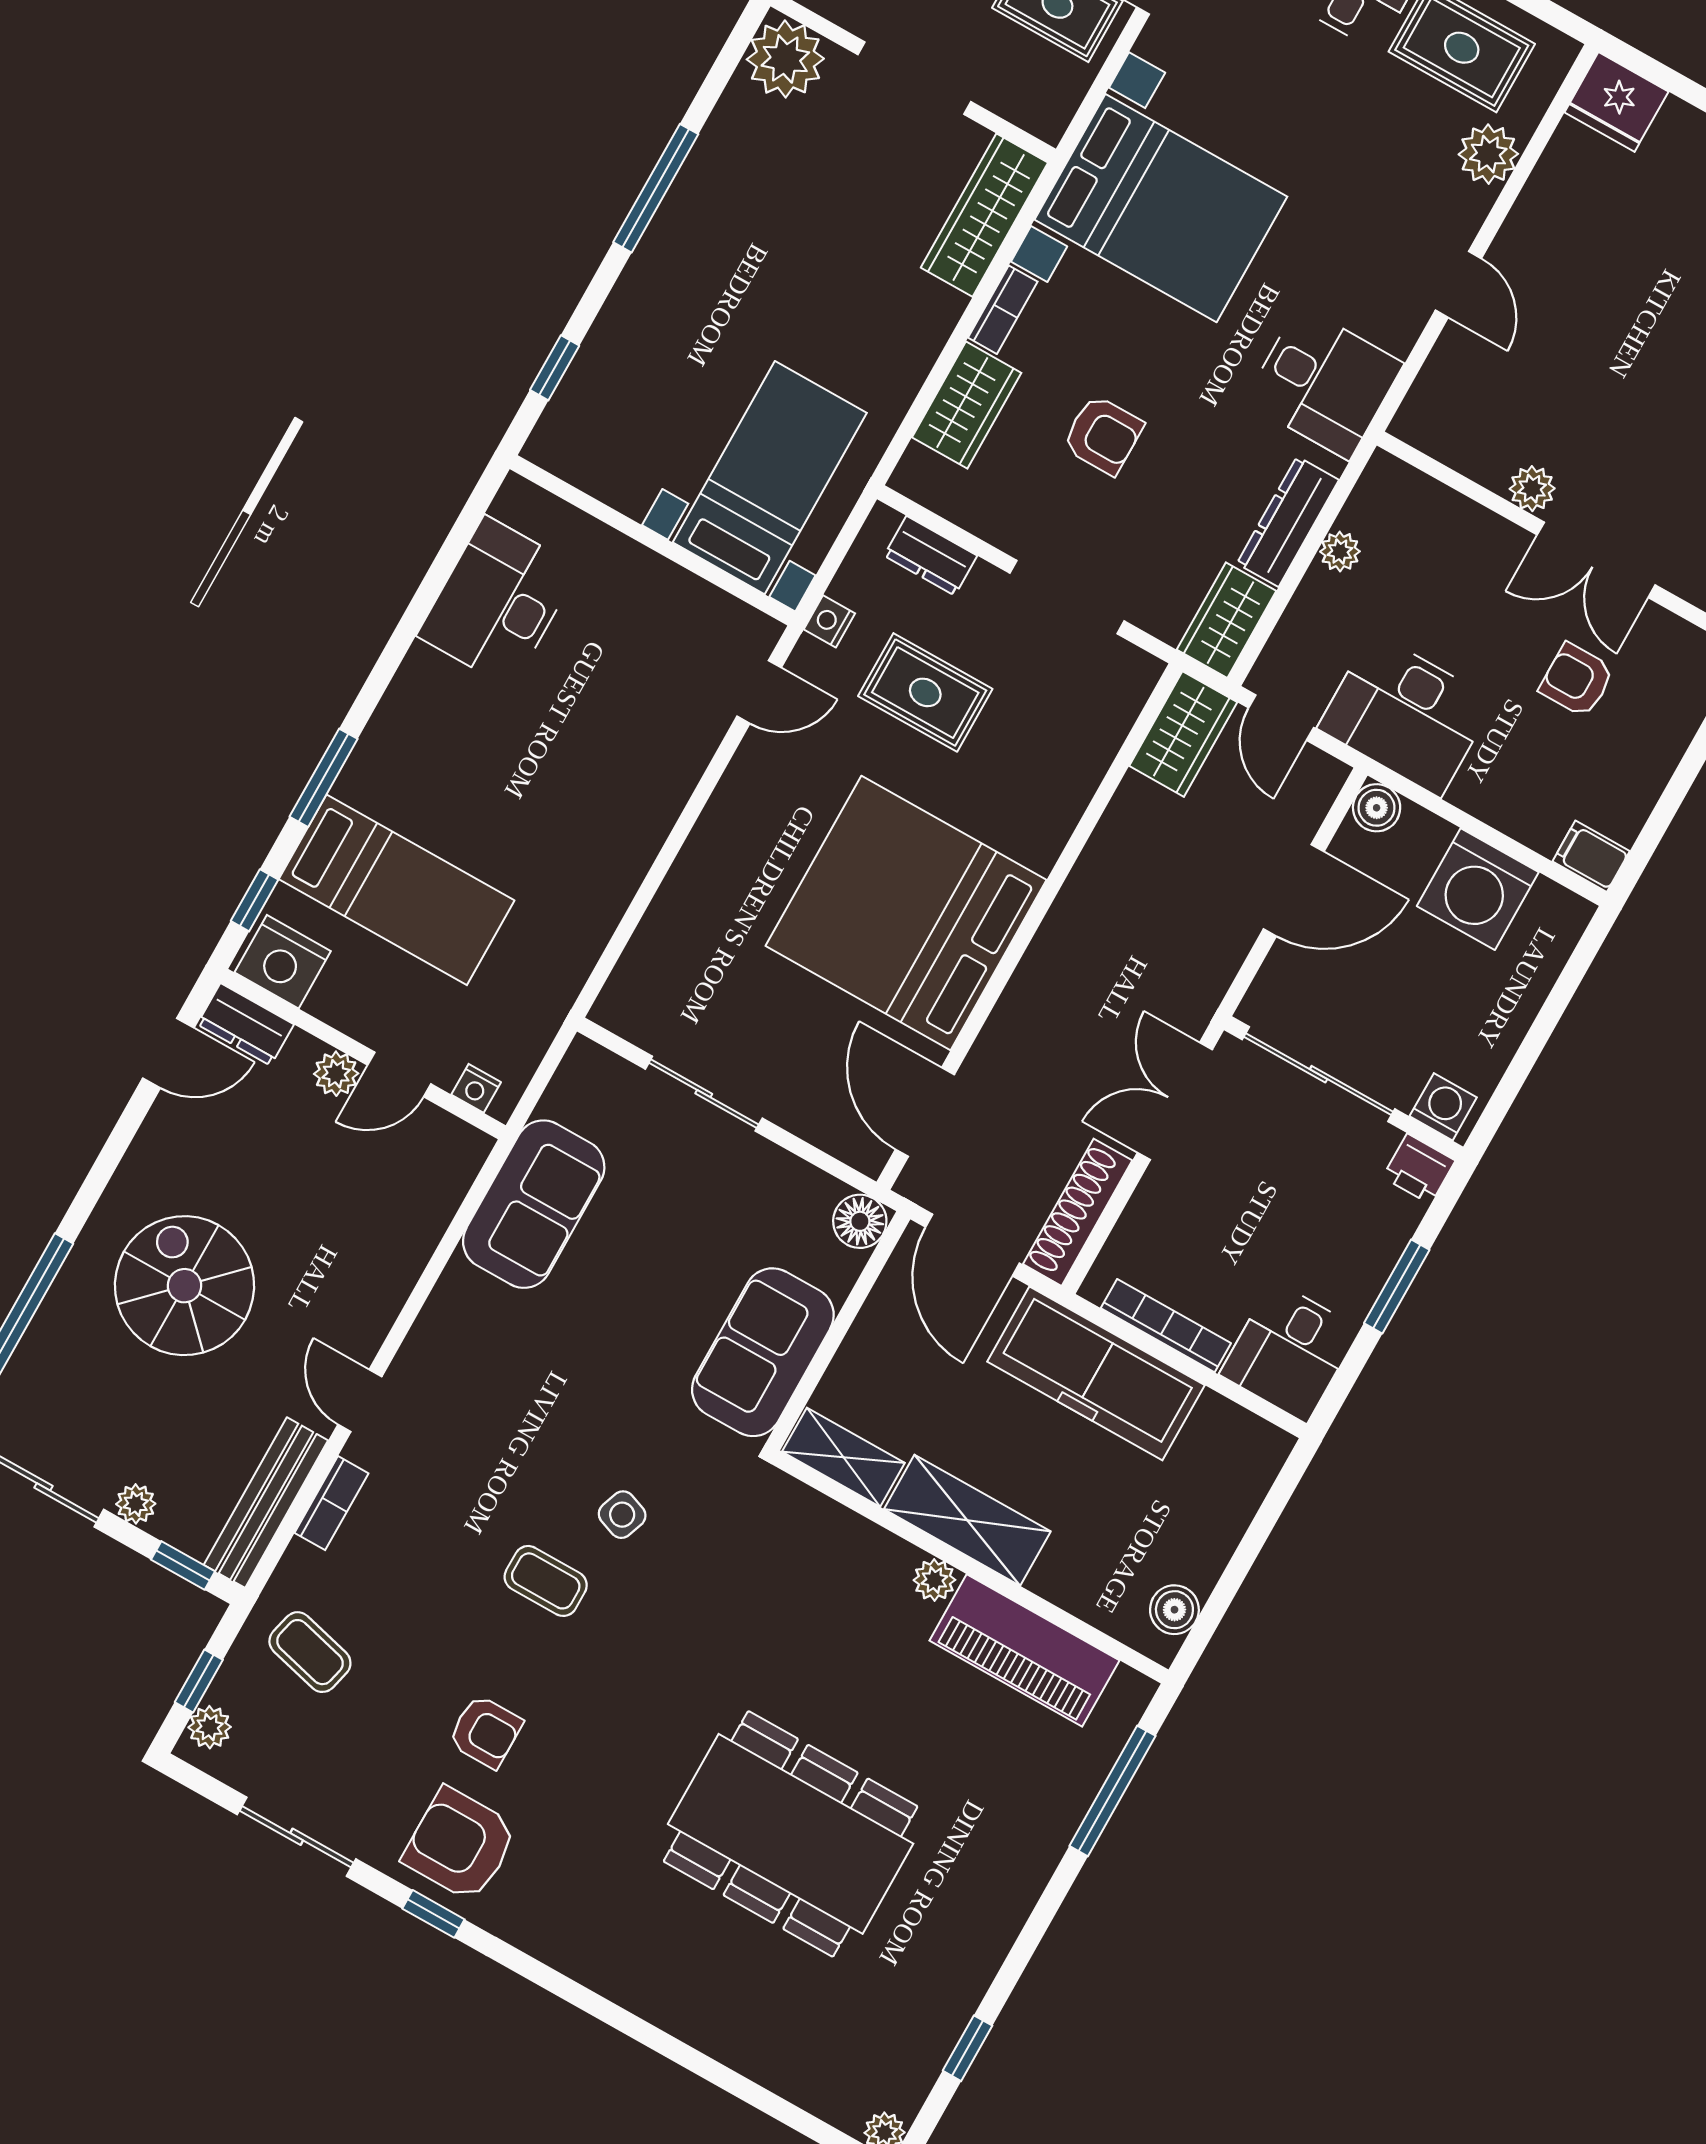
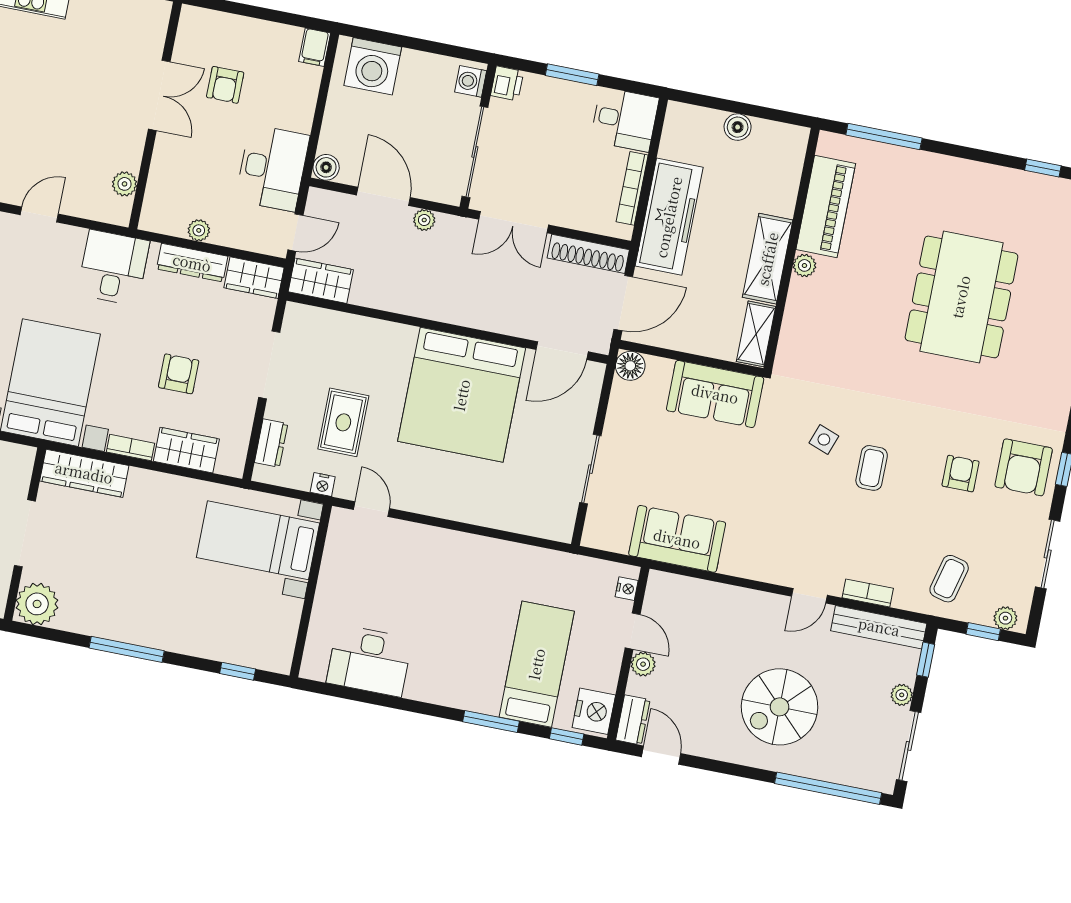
plant: (1532, 489) -> (124, 184), moved
washing machine: (1478, 889) -> (373, 66), moved, turned 90
plant: (1230, 948) -> (424, 220), added
boiler: (1174, 1610) -> (738, 127), moved

